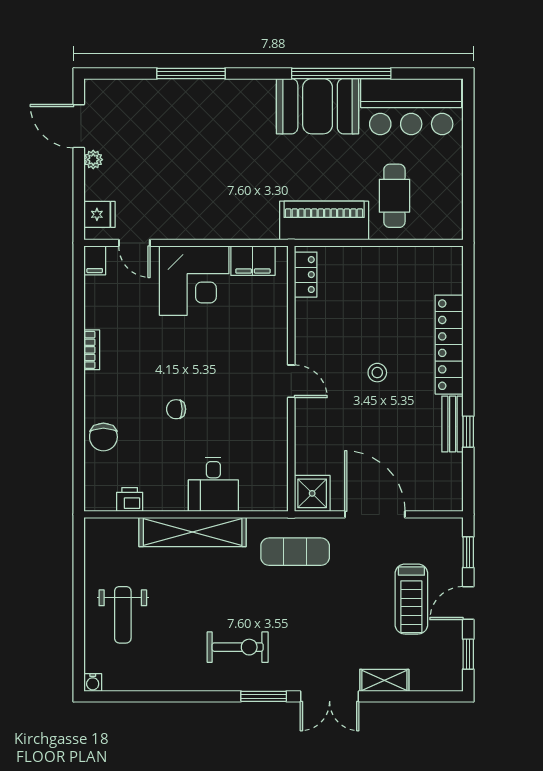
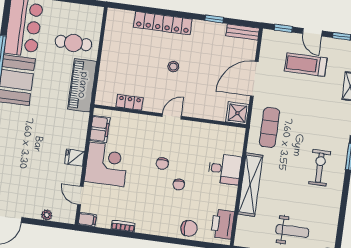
plant: (93, 160) -> (47, 215), moved
fridge: (99, 214) -> (75, 158), moved, turned -90
door: (134, 243) -> (80, 196), swing flipped
locker: (306, 275) -> (130, 102), moved
bookcase: (92, 350) -> (123, 226), moved
chair: (208, 376) -> (162, 164), added
bench: (453, 424) -> (243, 32), moved
printer: (130, 499) -> (223, 224), width x1.87, depth x1.48
treadmill: (411, 599) -> (306, 65), turned 180

